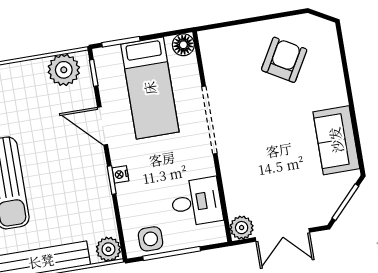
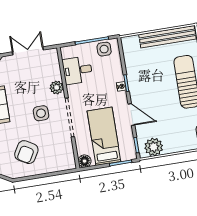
side table: (259, 127) -> (41, 113), added
plant: (242, 228) -> (57, 87), moved
plant: (108, 249) -> (128, 43), removed

